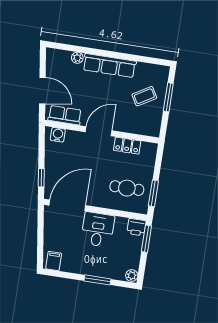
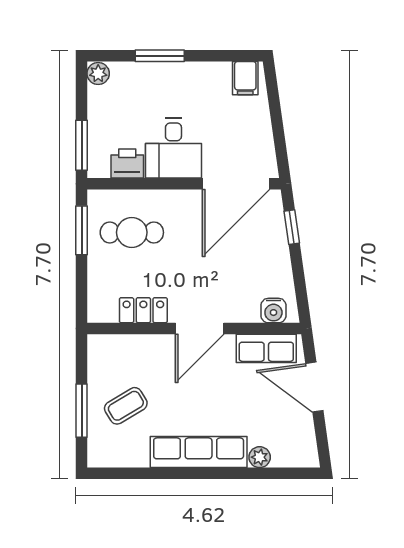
printer: (136, 227) -> (127, 164), moved

